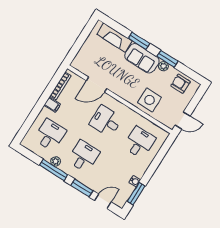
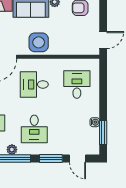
side table: (150, 100) -> (39, 42), moved
desk: (84, 156) -> (34, 129), turned 180
door: (103, 201) -> (77, 158), swing flipped

